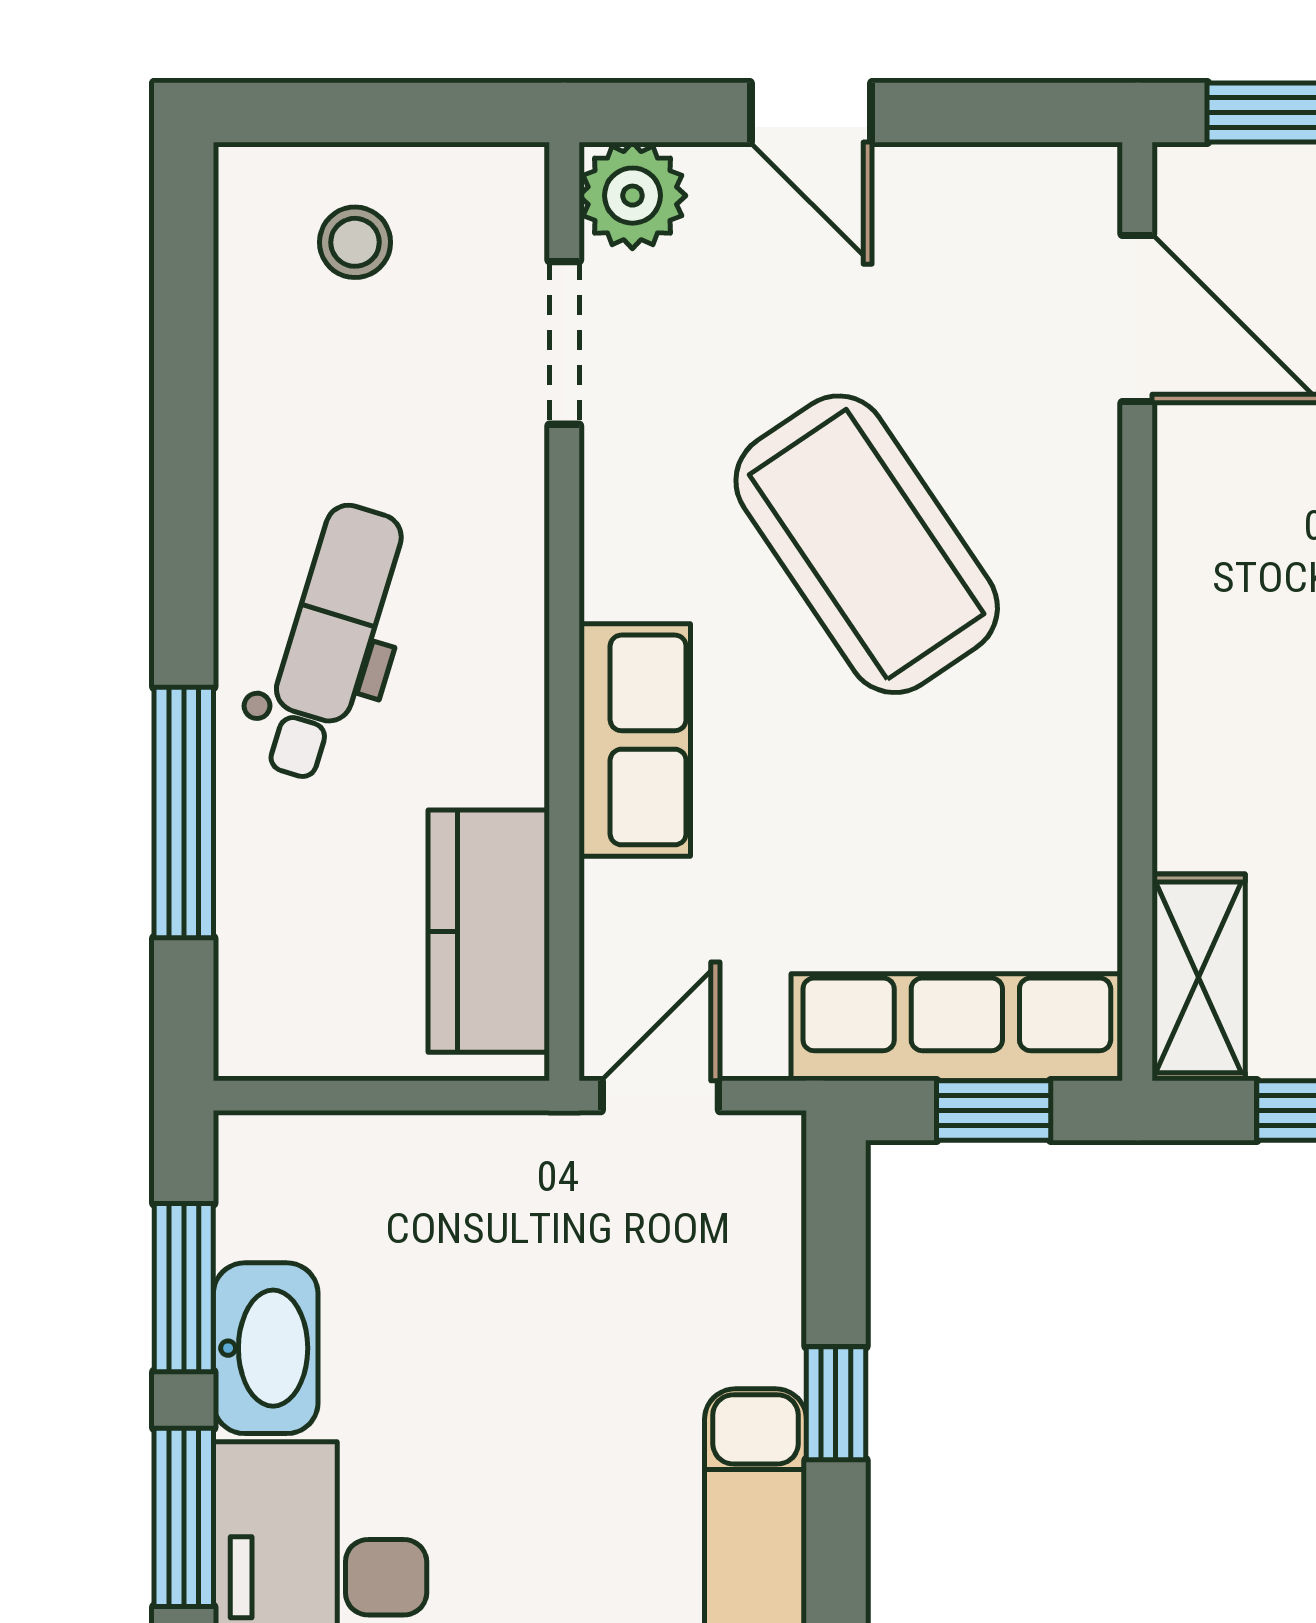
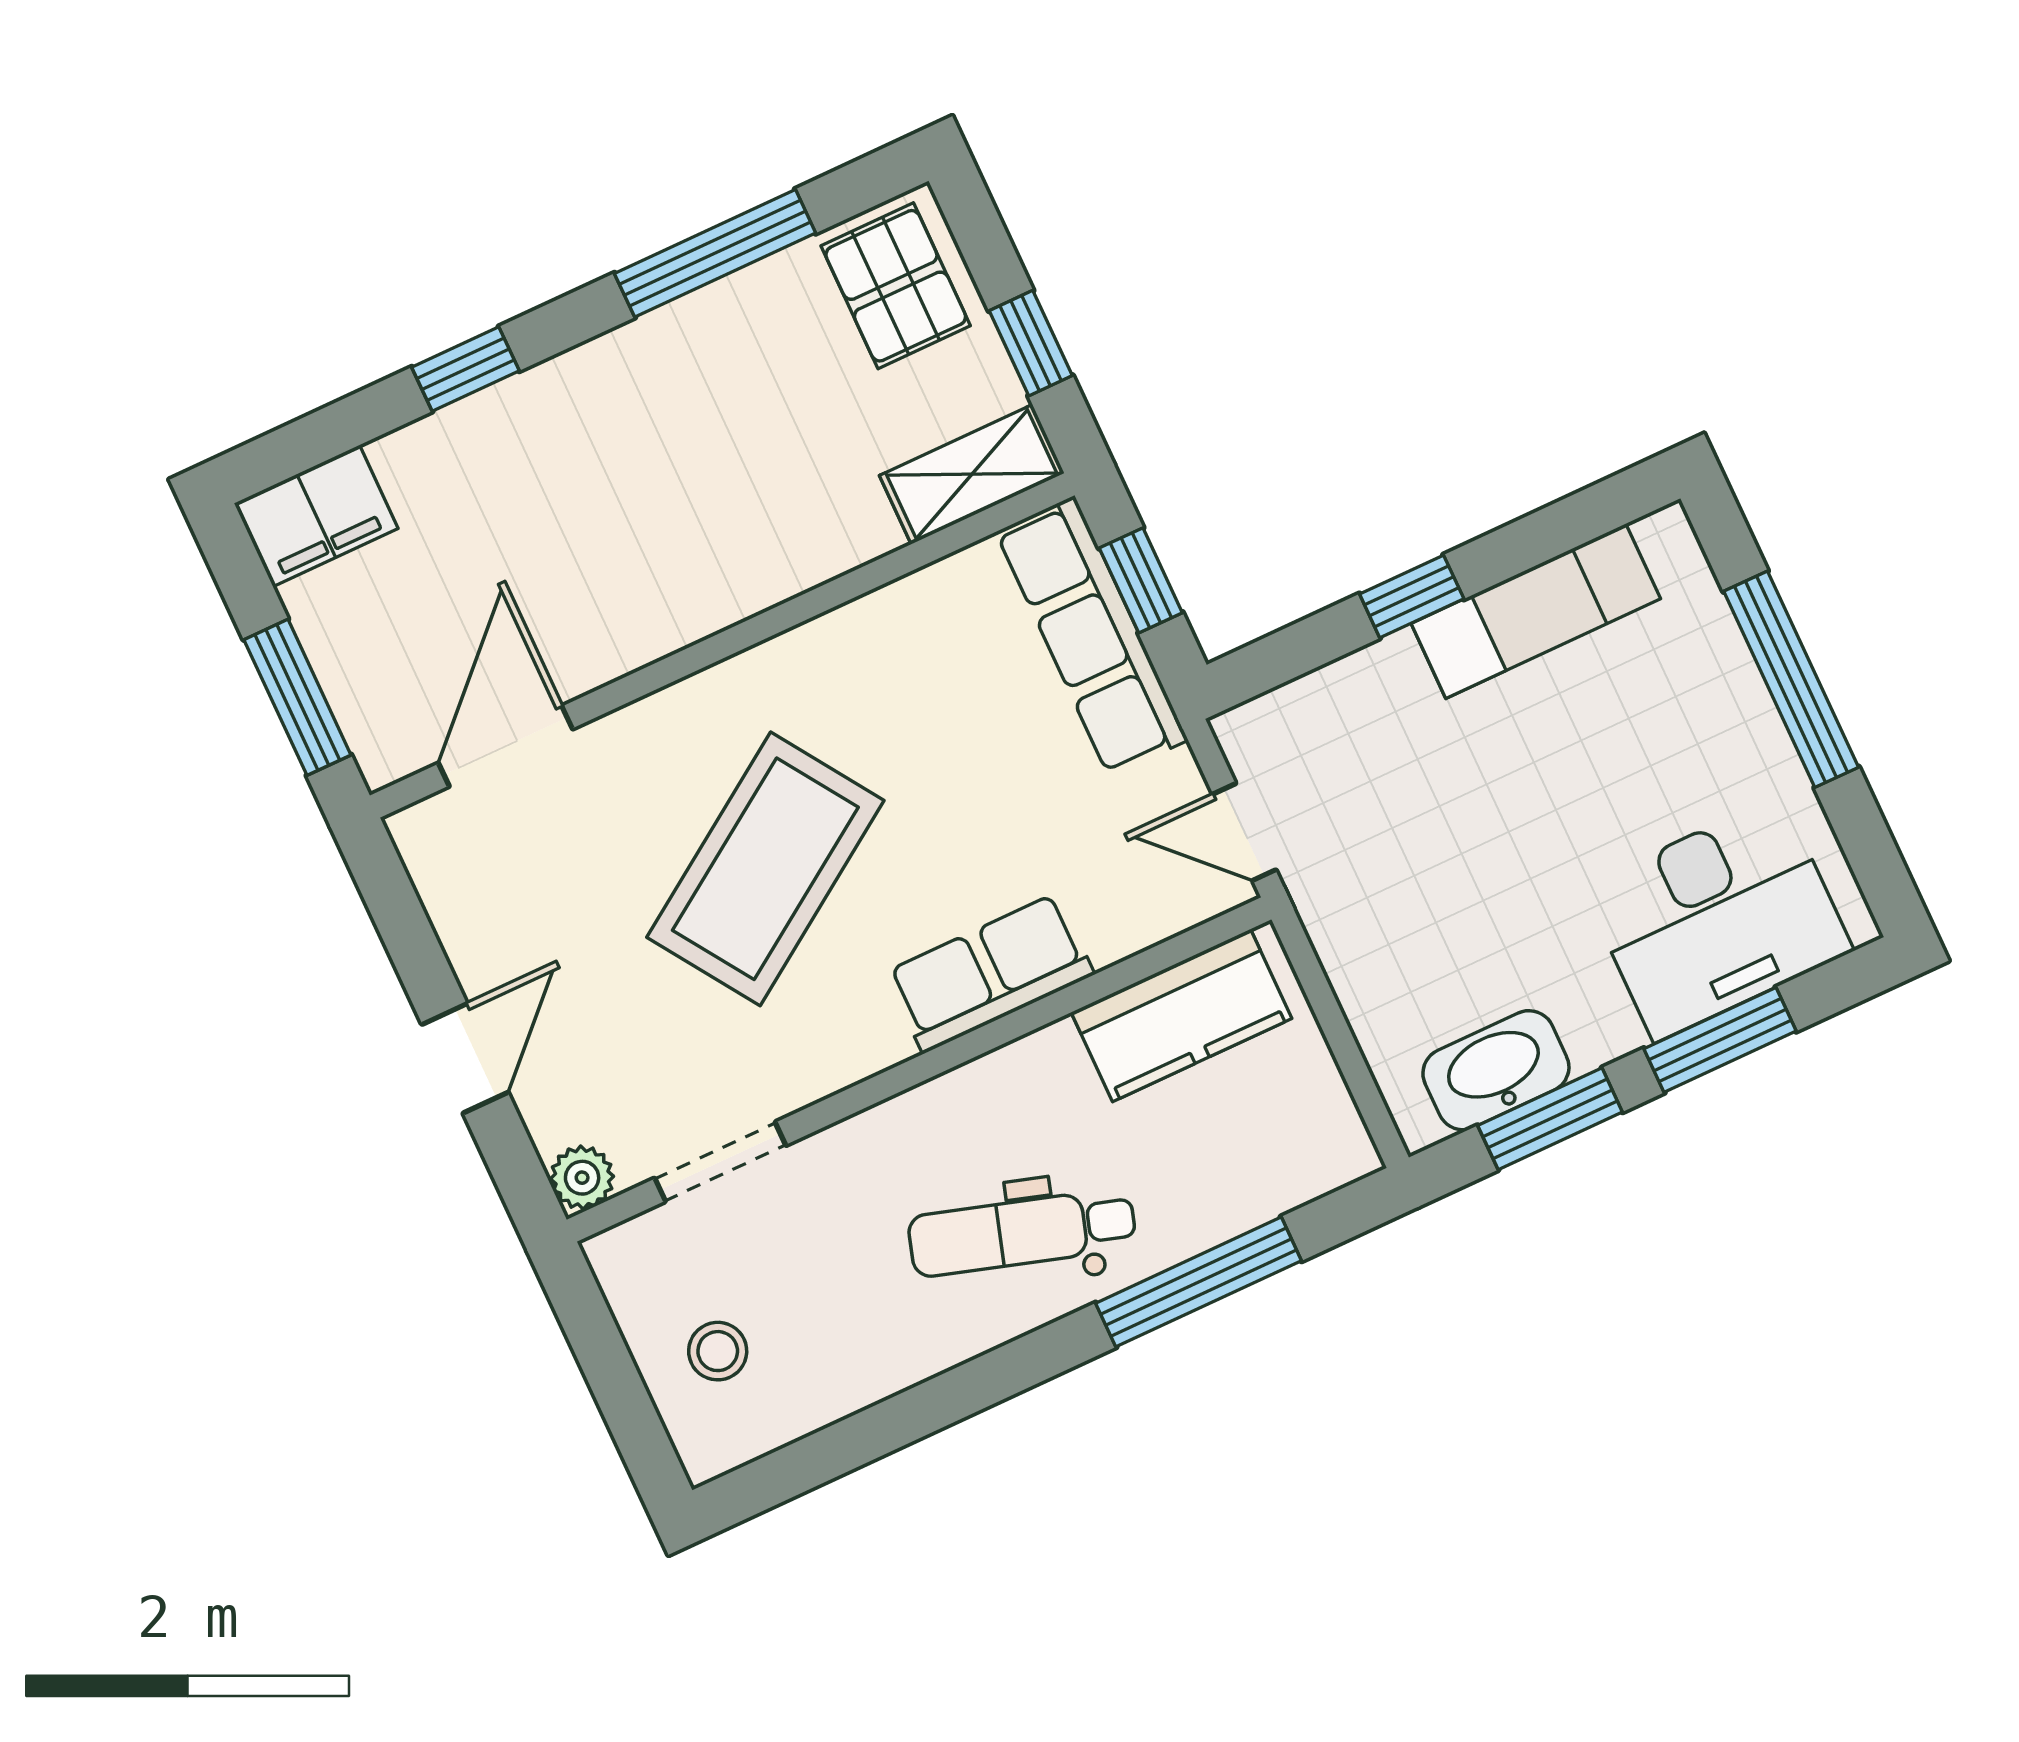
plant: (632, 196) -> (582, 1178), width x0.73, depth x0.73
washbasin: (266, 1348) -> (1496, 1070), moved

